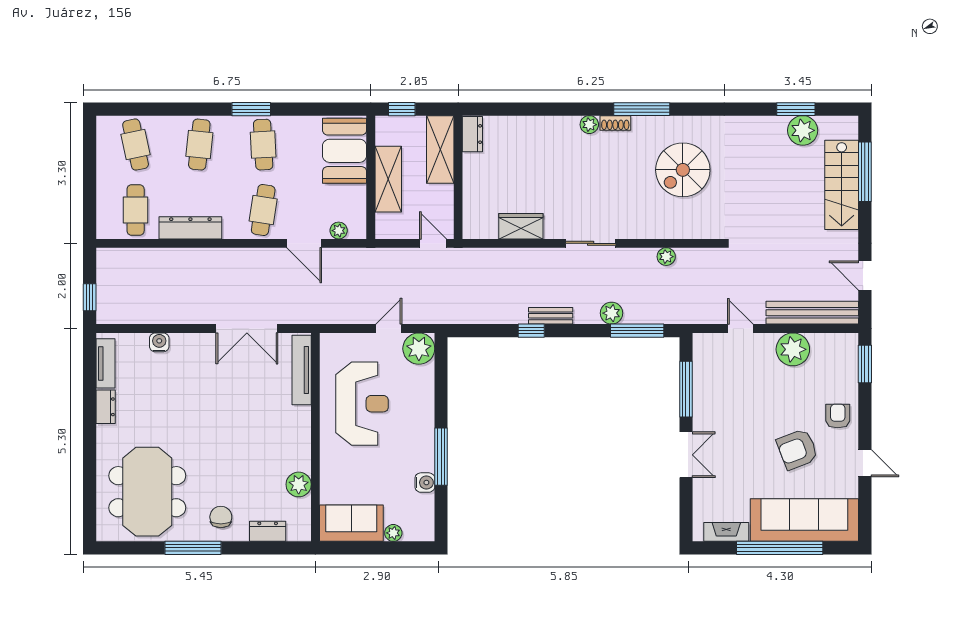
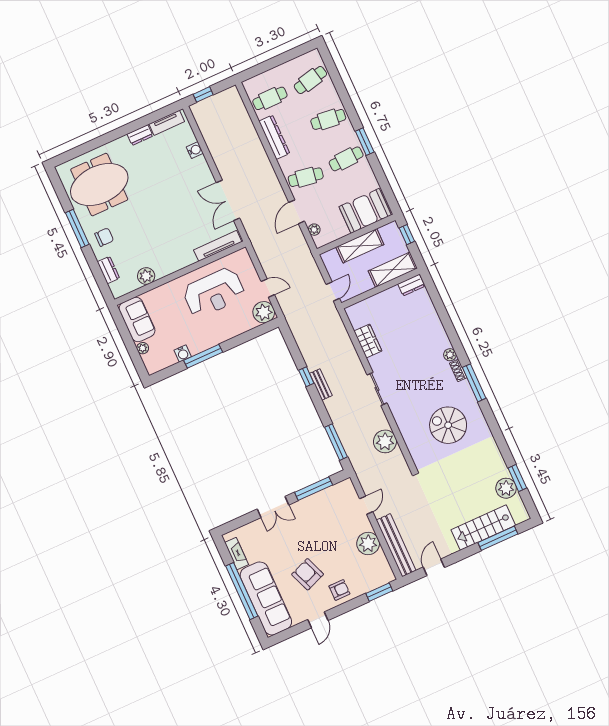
plant: (666, 257) -> (385, 441), width x1.88, depth x1.88
plant: (611, 313) -> (340, 421), removed

